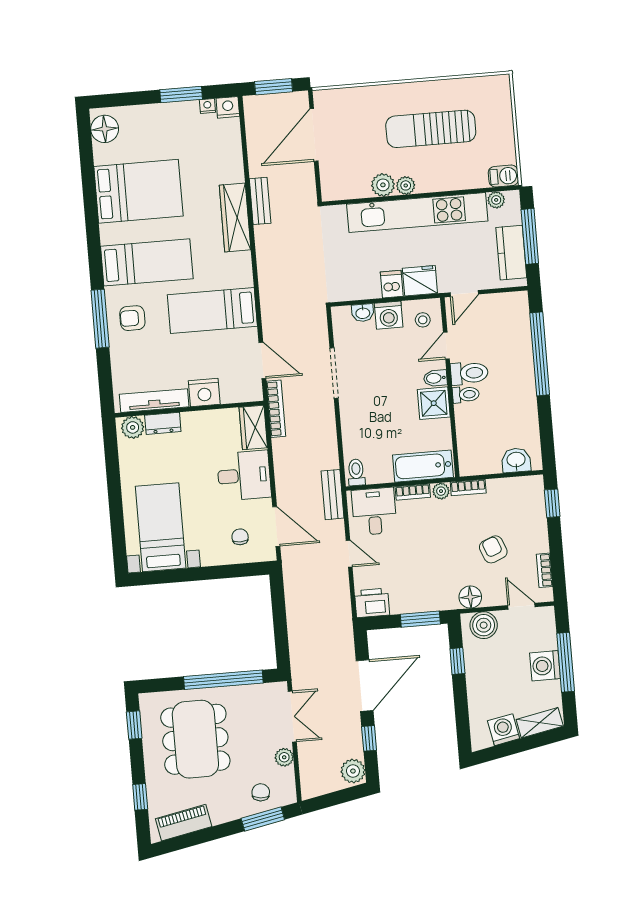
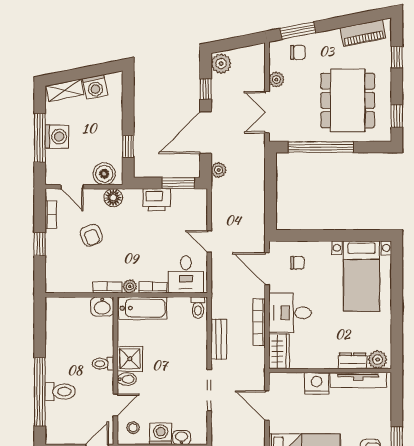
toilet: (469, 373) -> (60, 392), moved, turned 180
bookcase: (276, 409) -> (259, 322), moved
washbasin: (516, 460) -> (102, 306), moved
bench: (333, 495) -> (219, 339), moved
window: (552, 503) -> (40, 244), moved
chair: (240, 537) -> (297, 263), turned -90
printer: (372, 603) -> (157, 200), moved
window: (420, 619) -> (178, 183), moved
plant: (345, 642) -> (219, 170), added
chair: (261, 792) -> (298, 52), turned -96

